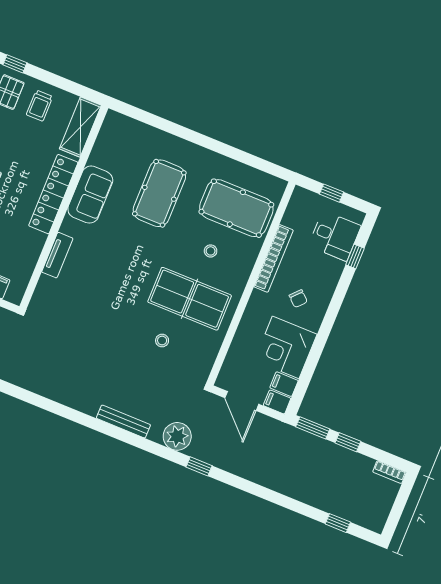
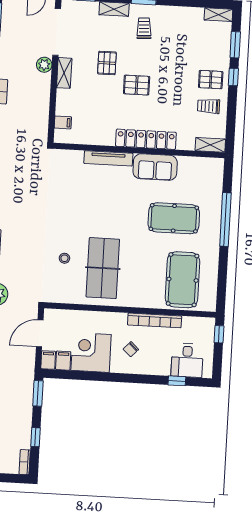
shelving: (80, 127) -> (210, 145), width x0.67, depth x0.75
window: (182, 132) -> (225, 219), added
window: (331, 193) -> (219, 334), moved
stool: (211, 251) -> (144, 271), removed
tv unit: (57, 255) -> (108, 158), width x1.41
window: (348, 442) -> (35, 437), moved

